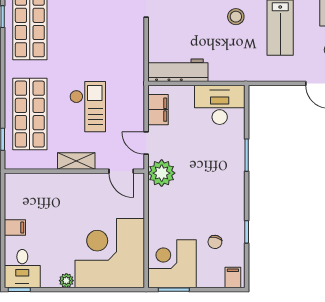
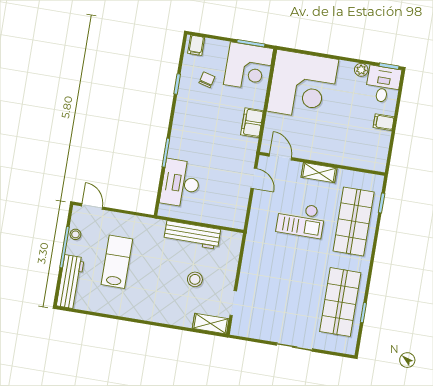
stool: (236, 17) -> (195, 279), moved
workbench: (178, 70) -> (192, 235), moved
desk: (220, 105) -> (181, 183), moved, turned 90
checkout: (88, 107) -> (301, 220), turned -90
filing cabinet: (158, 110) -> (252, 123), moved
plant: (162, 173) -> (245, 149), removed
plant: (66, 281) -> (361, 70), moved

